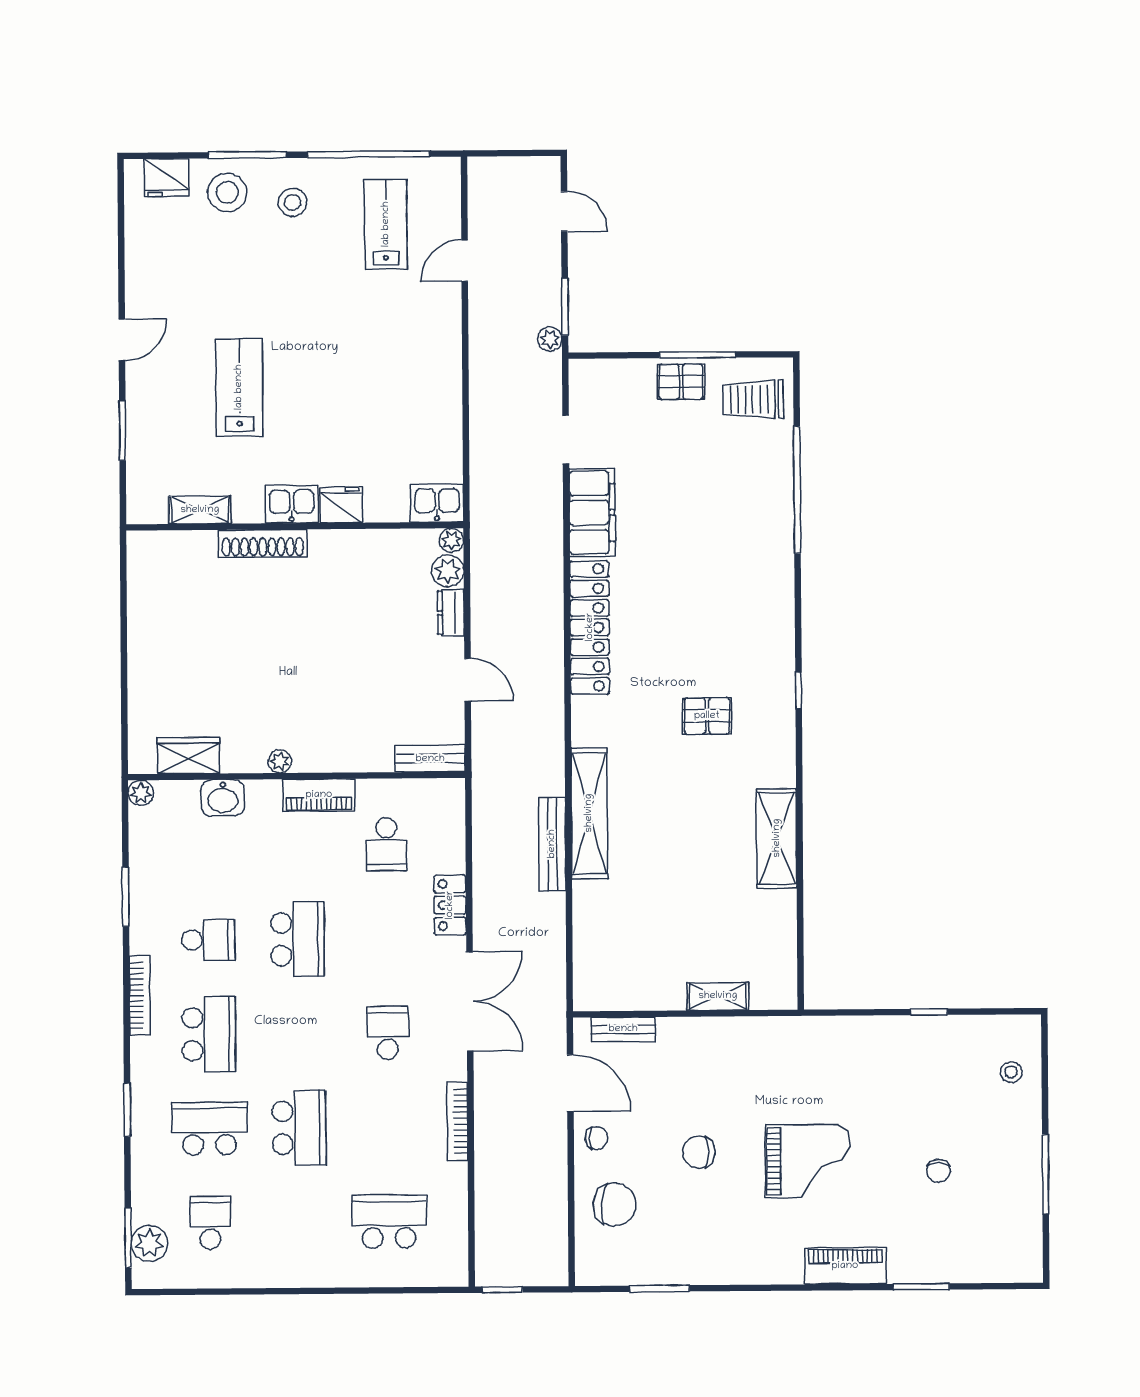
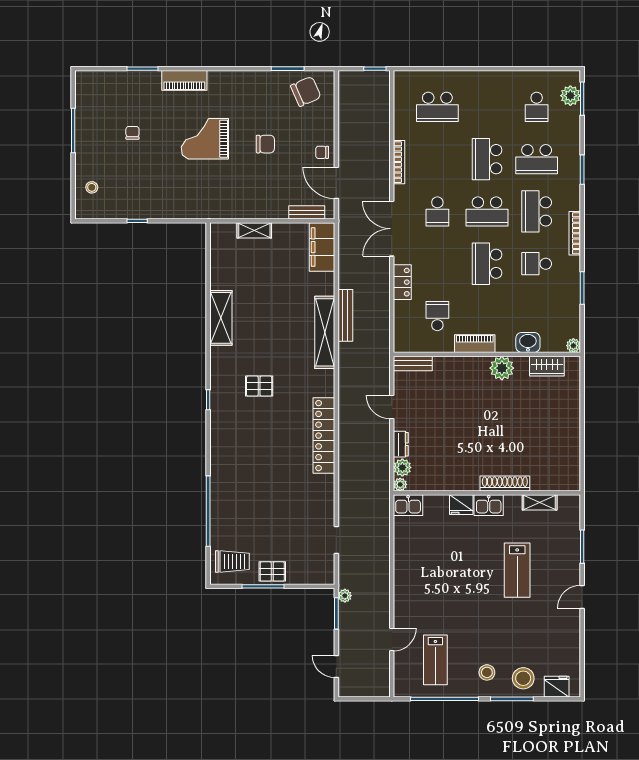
filing cabinet: (592, 513) -> (322, 247), moved
plant: (280, 761) -> (502, 368), width x1.88, depth x1.88
school desk: (298, 1034) -> (487, 211), added
chair: (615, 1204) -> (306, 91), moved, turned 151

